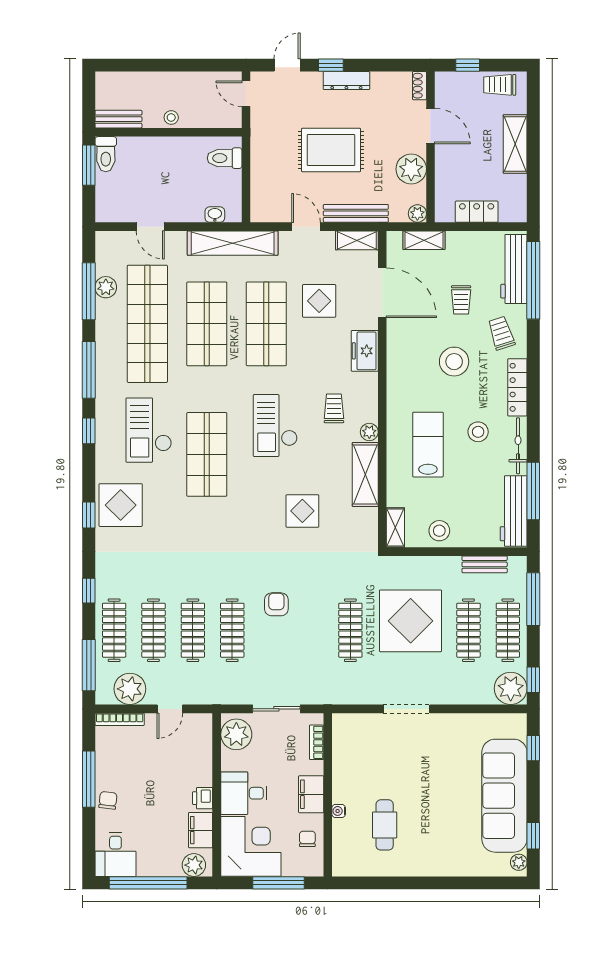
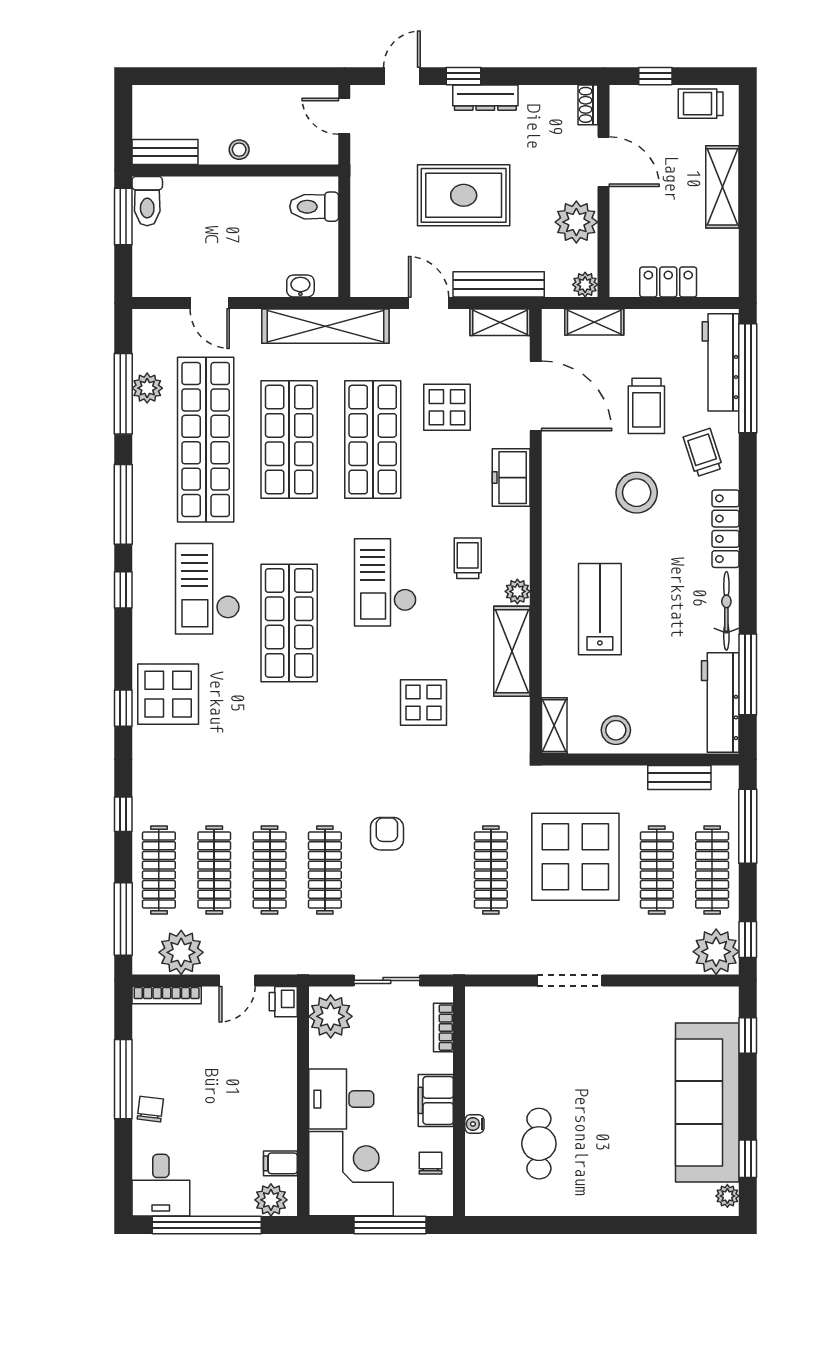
trolley: (461, 300) -> (646, 406), width x1.36, depth x1.39
stool: (478, 432) -> (670, 591), removed
printer: (203, 798) -> (283, 1002), moved
filing cabinet: (201, 830) -> (280, 1163), width x0.50

